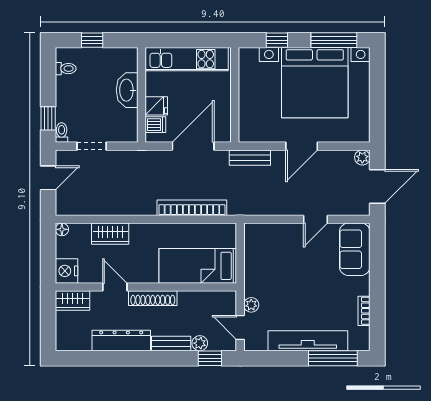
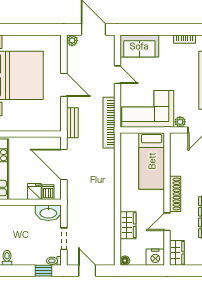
washbasin: (127, 90) -> (48, 213), moved
bookcase: (192, 208) -> (109, 123), moved
corner sofa: (269, 261) -> (148, 109), added

